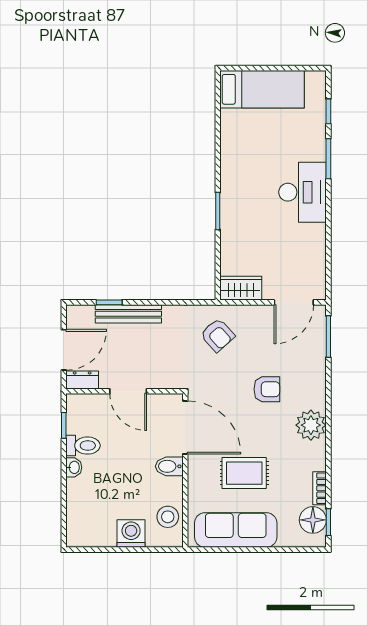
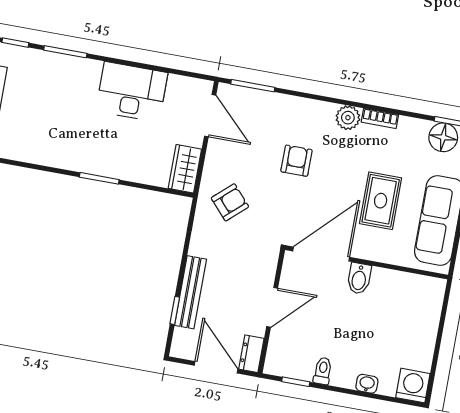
desk: (303, 192) -> (132, 92), moved
plant: (311, 425) -> (348, 118), width x0.73, depth x0.73
toilet: (83, 446) -> (323, 371), width x0.73, depth x0.72
washbasin: (74, 467) -> (367, 384), moved
bookcase: (320, 488) -> (380, 118), moved
stool: (168, 517) -> (412, 290), removed
washing machine: (131, 534) -> (413, 386), moved, turned 90

